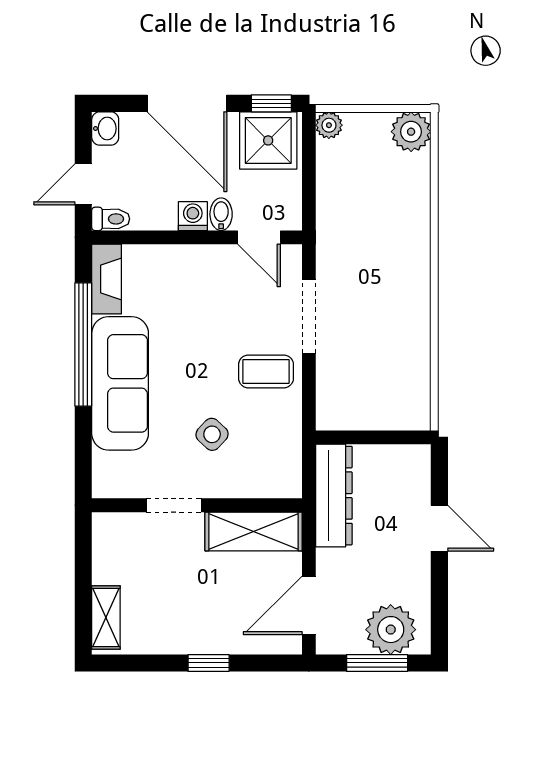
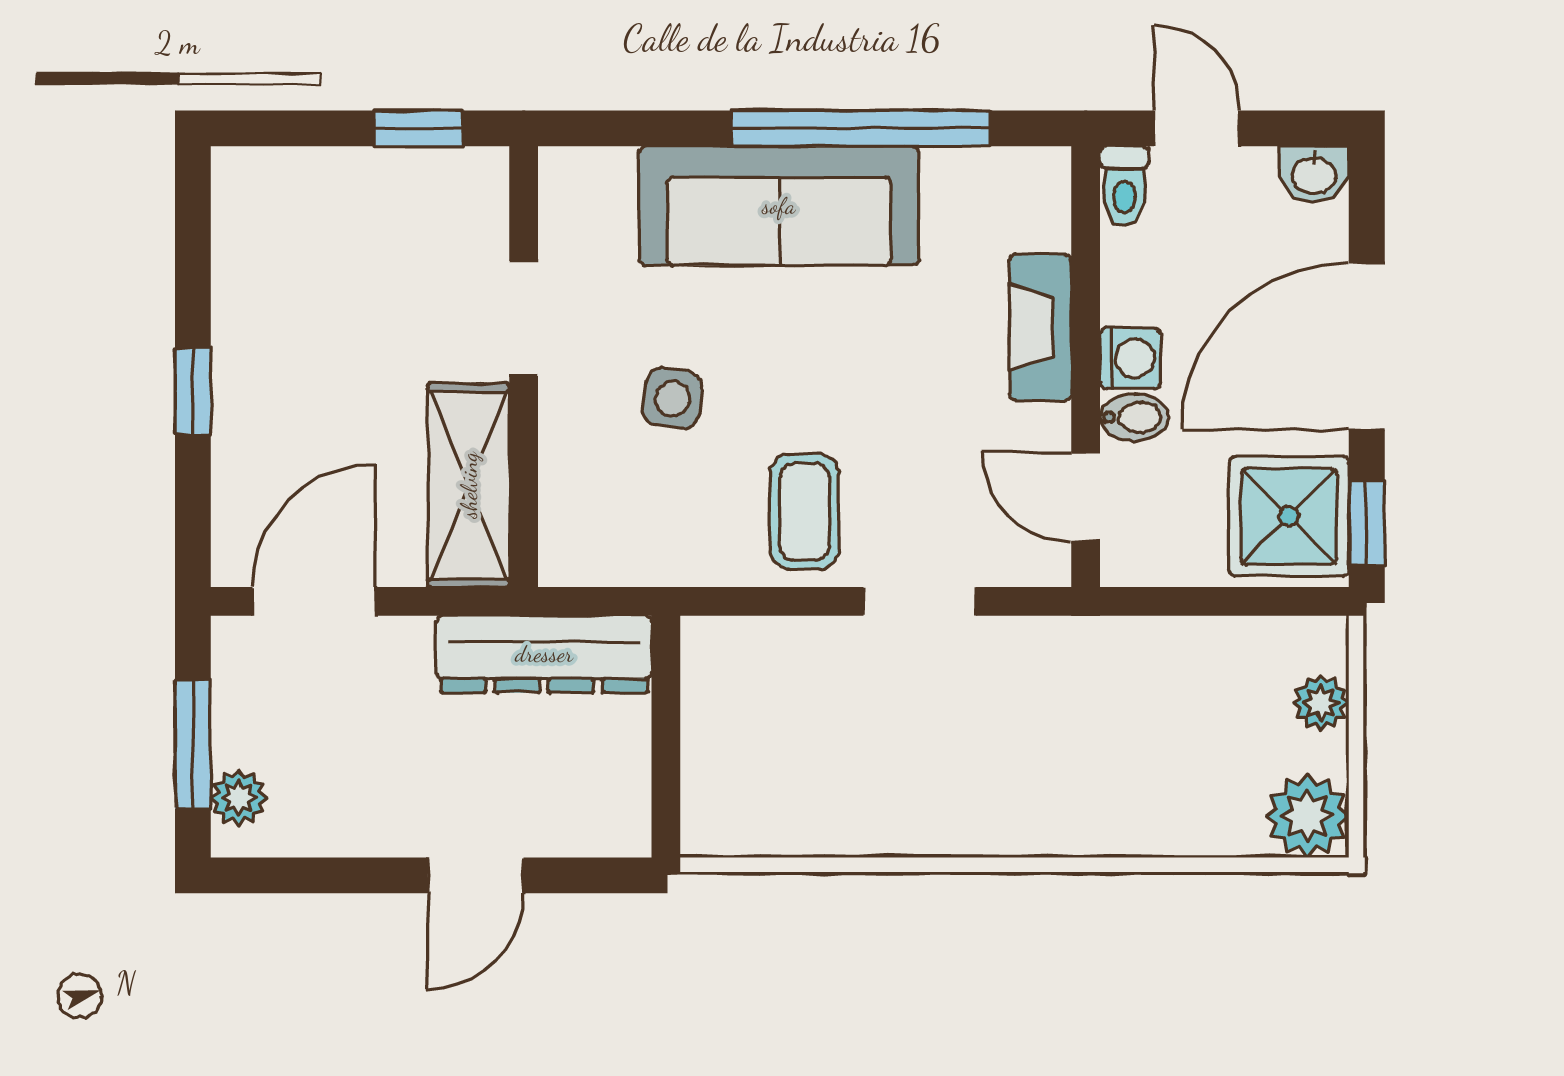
plant: (329, 125) -> (1321, 703), moved
door: (259, 237) -> (1086, 497), hinge flipped
fireplace: (107, 279) -> (1040, 327), moved, turned 90
doorway: (309, 317) -> (920, 601), width x0.73
side table: (212, 434) -> (672, 398), turned -35
window: (83, 555) -> (419, 128), added
door: (309, 605) -> (314, 601), hinge flipped
shelving: (106, 618) -> (288, 176), removed
plant: (391, 630) -> (239, 798), width x0.53, depth x0.53

